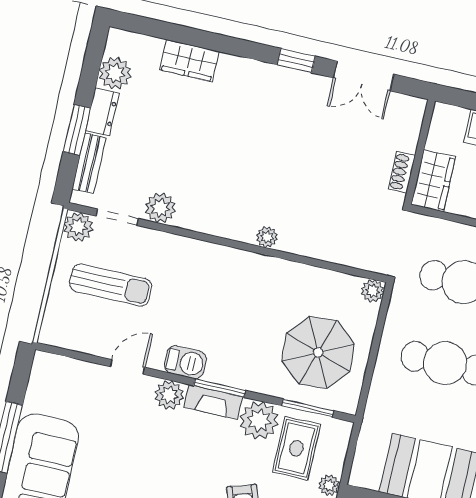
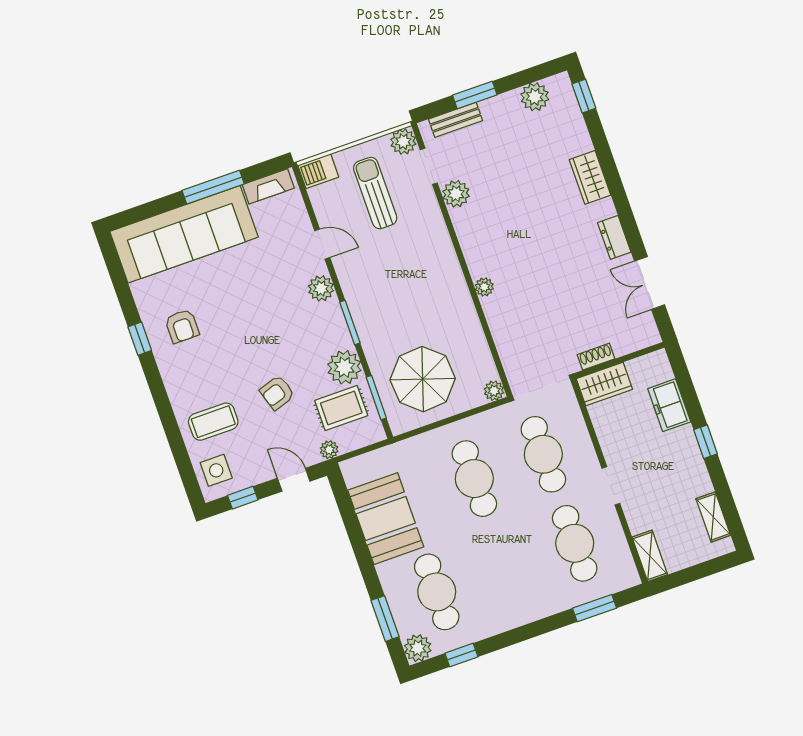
wardrobe: (189, 61) -> (590, 177), moved
window: (296, 61) -> (584, 96), moved
dresser: (102, 112) -> (614, 237), moved, turned 90
sun lounger: (111, 285) -> (375, 193), turned 180
barbecue: (185, 362) -> (318, 171), moved, turned 90
fireplace: (213, 402) -> (268, 186), moved, turned -90

